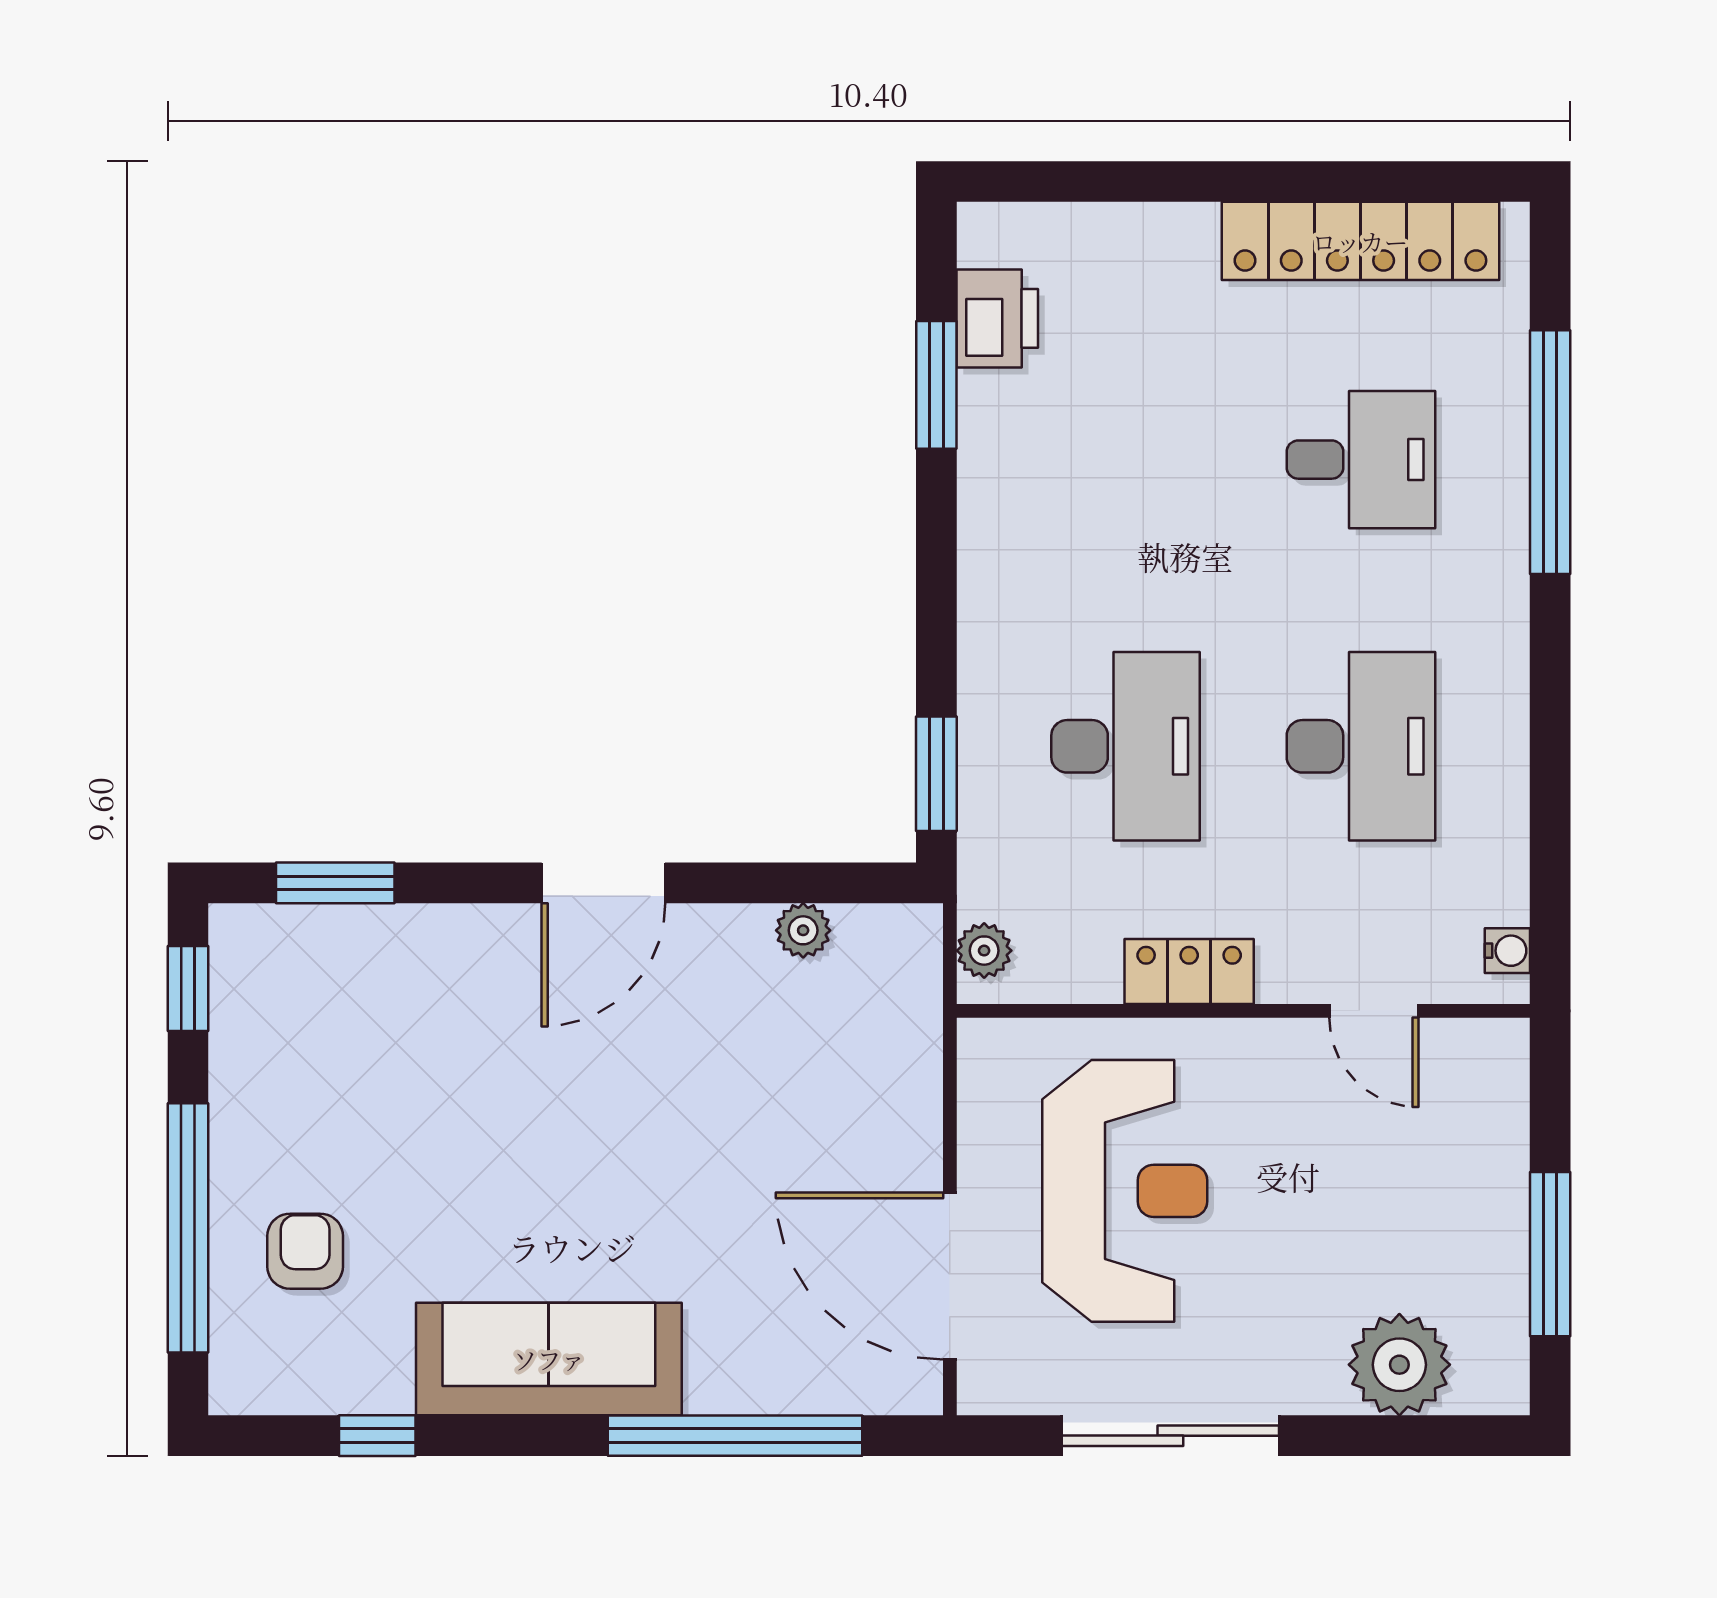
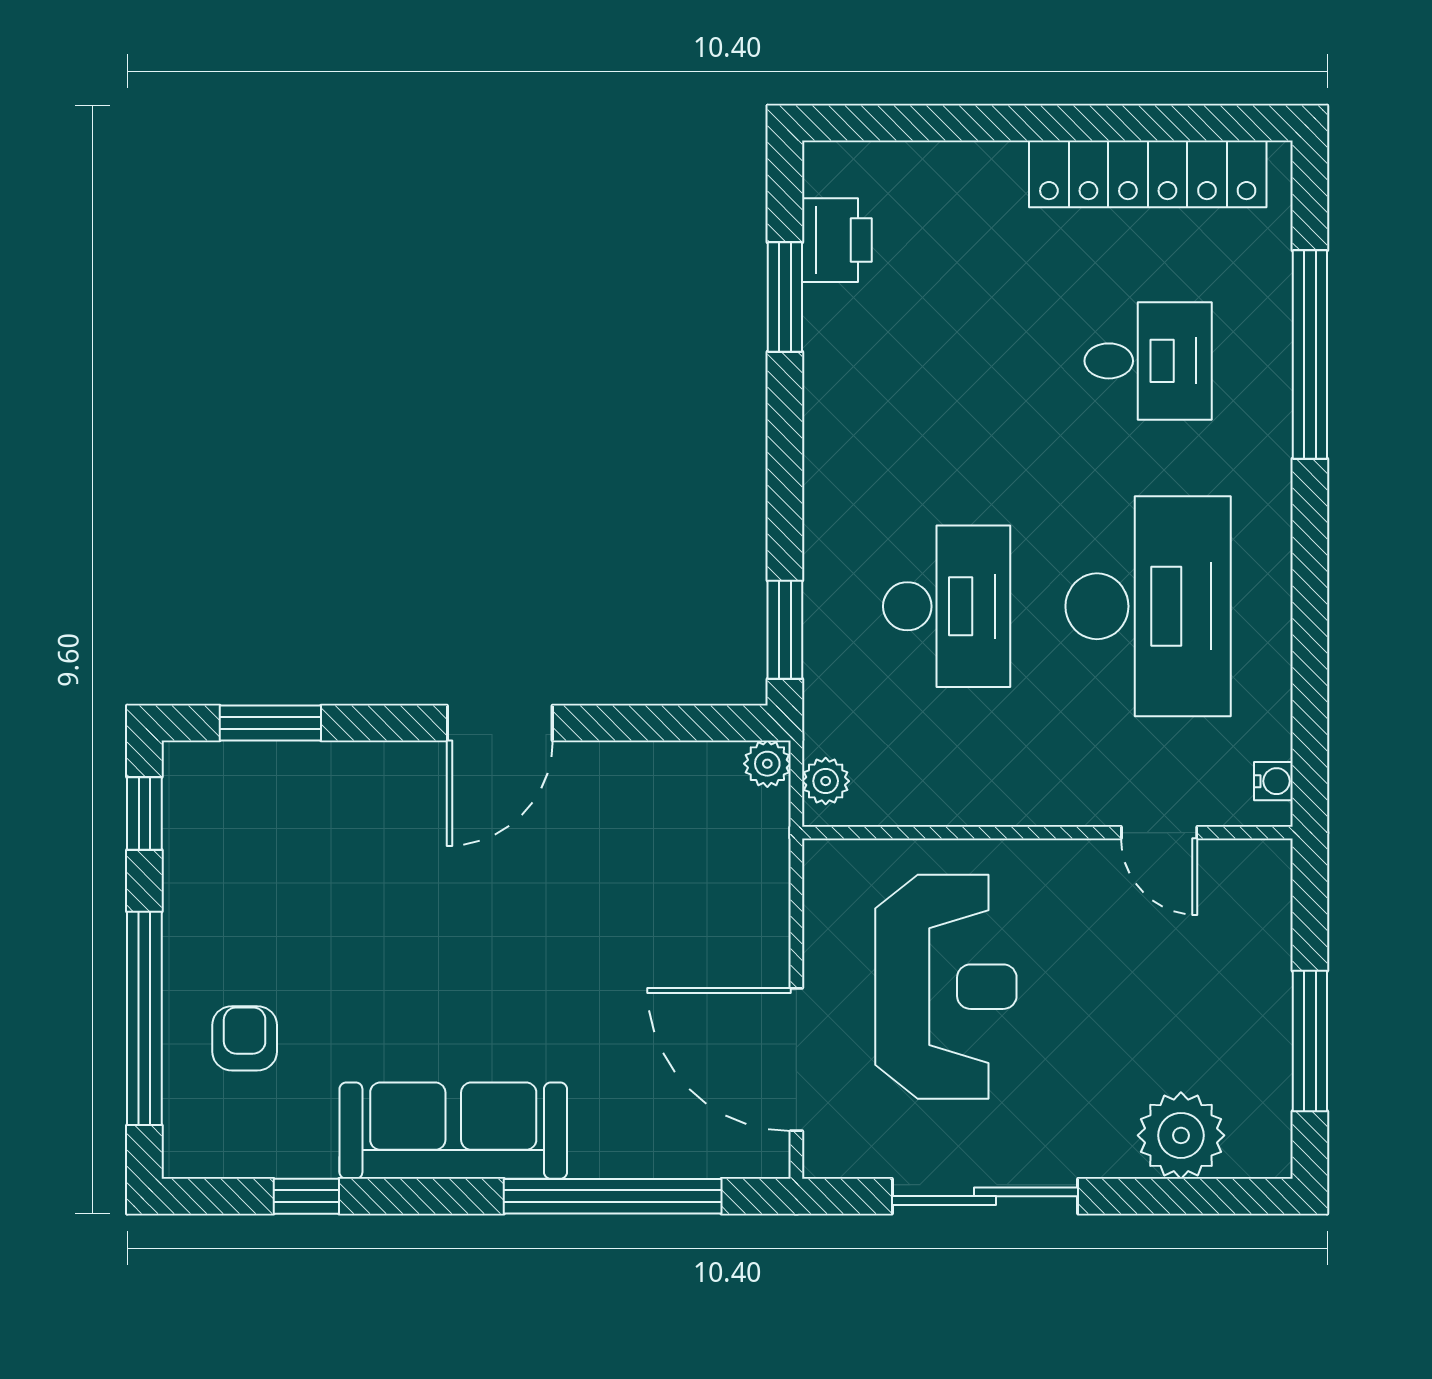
desk: (1361, 746) -> (1148, 606), width x1.36, depth x1.30
plant: (803, 930) -> (767, 764), moved
locker: (1189, 972) -> (1001, 799), removed

